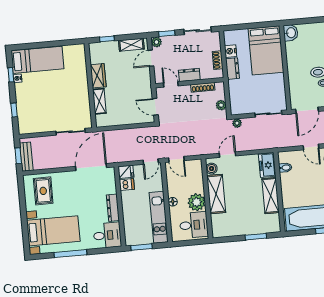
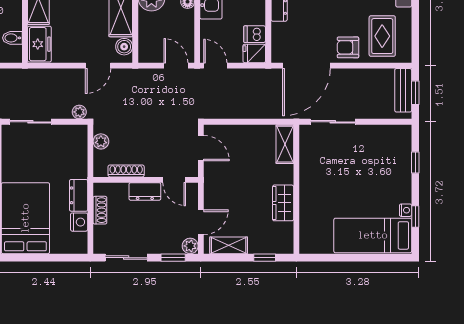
shelving: (99, 101) -> (285, 144), moved
door: (151, 162) -> (215, 66), hinge flipped
armchair: (65, 181) -> (348, 47), added

